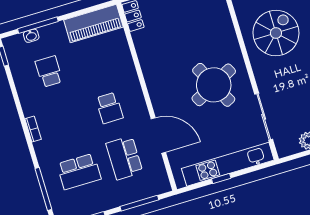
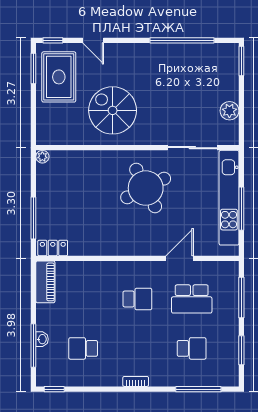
piano: (93, 23) -> (45, 282), width x0.73, depth x0.75
washbasin: (31, 36) -> (42, 339), moved
door: (158, 136) -> (180, 258), width x0.73
school desk: (79, 171) -> (192, 348), width x0.54
window: (221, 179) -> (241, 209), width x2.17

